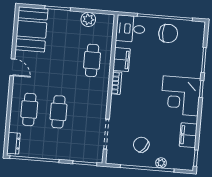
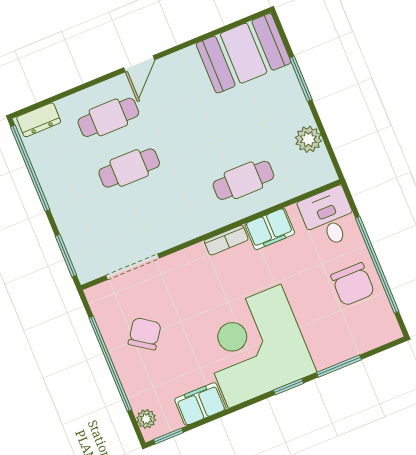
door: (12, 67) -> (139, 64), moved
corner desk: (181, 96) -> (255, 346), width x1.36, depth x1.36
plant: (161, 163) -> (146, 419), moved

